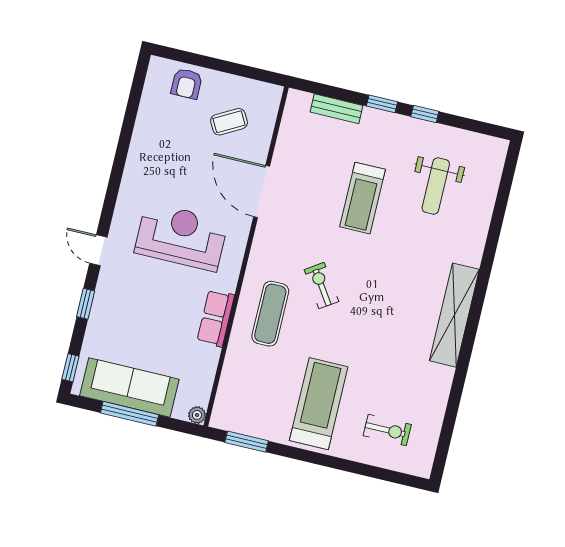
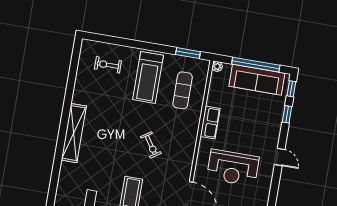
window: (86, 304) -> (287, 114), moved
exercise mat: (270, 314) -> (183, 90), moved
window: (130, 414) -> (256, 65), width x1.46

